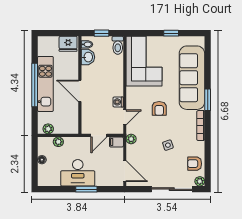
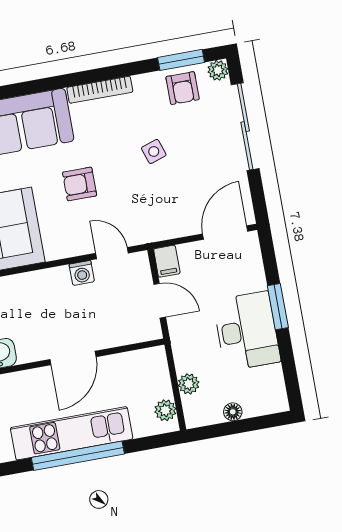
window: (208, 100) -> (181, 60), moved
armchair: (159, 108) -> (80, 184), turned 180
plant: (131, 139) -> (155, 231), removed

